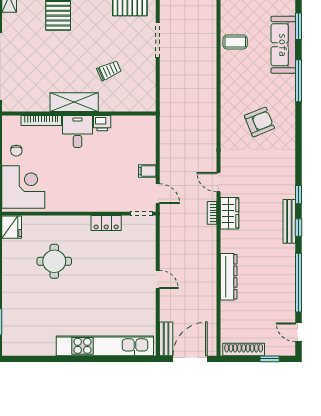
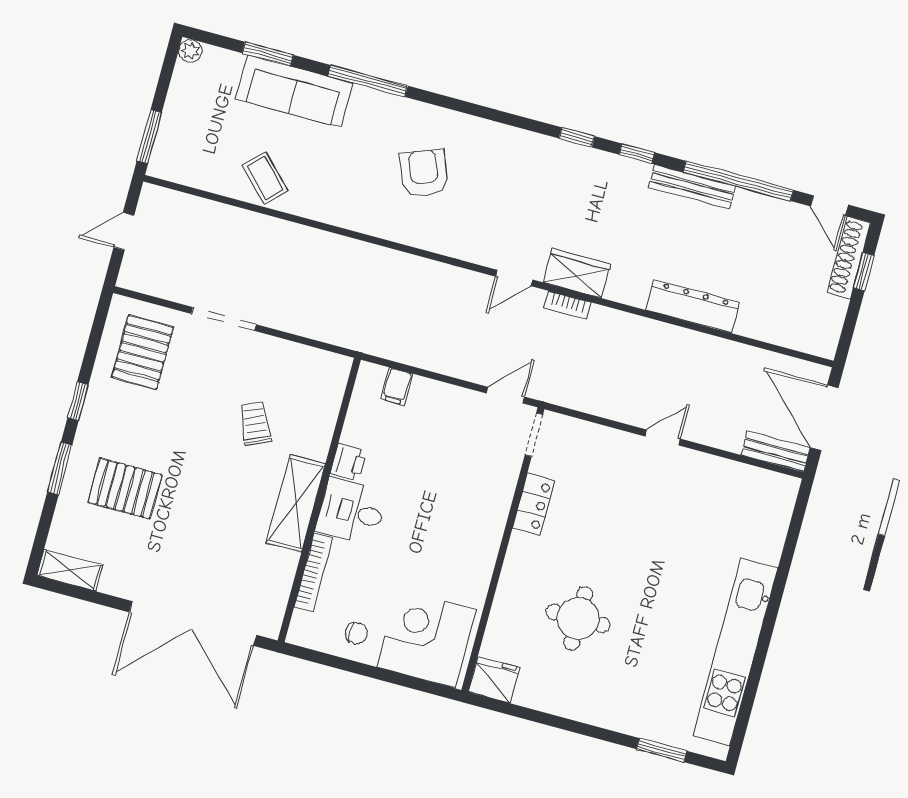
coffee table: (235, 42) -> (265, 178), turned -45
filing cabinet: (147, 171) -> (397, 386), moved
bench: (289, 221) -> (692, 187), moved
door: (299, 332) -> (829, 206), hinge flipped
kitchen unit: (105, 346) -> (735, 652), moved
shoe rack: (244, 349) -> (849, 258), moved

